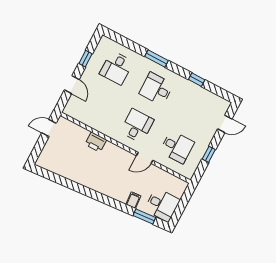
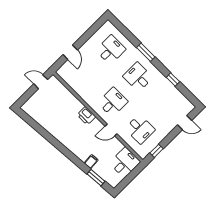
window: (86, 59) -> (88, 34), removed
desk: (116, 68) -> (111, 50), turned 180
printer: (96, 142) -> (86, 116), moved
window: (209, 154) -> (157, 151), moved
desk: (162, 205) -> (125, 162), moved, turned -90

